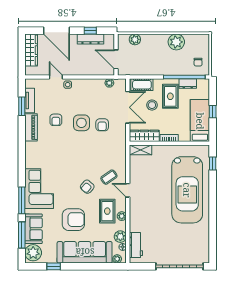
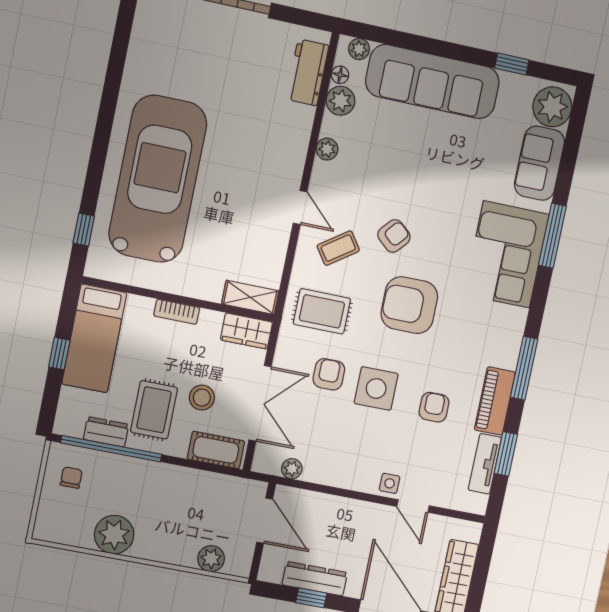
double door: (128, 107) -> (260, 403), swing flipped
wardrobe: (144, 136) -> (246, 331), width x0.67
rug: (107, 211) -> (322, 311), moved, turned 90
armchair: (73, 220) -> (409, 305), moved
window: (22, 235) -> (524, 368), moved

